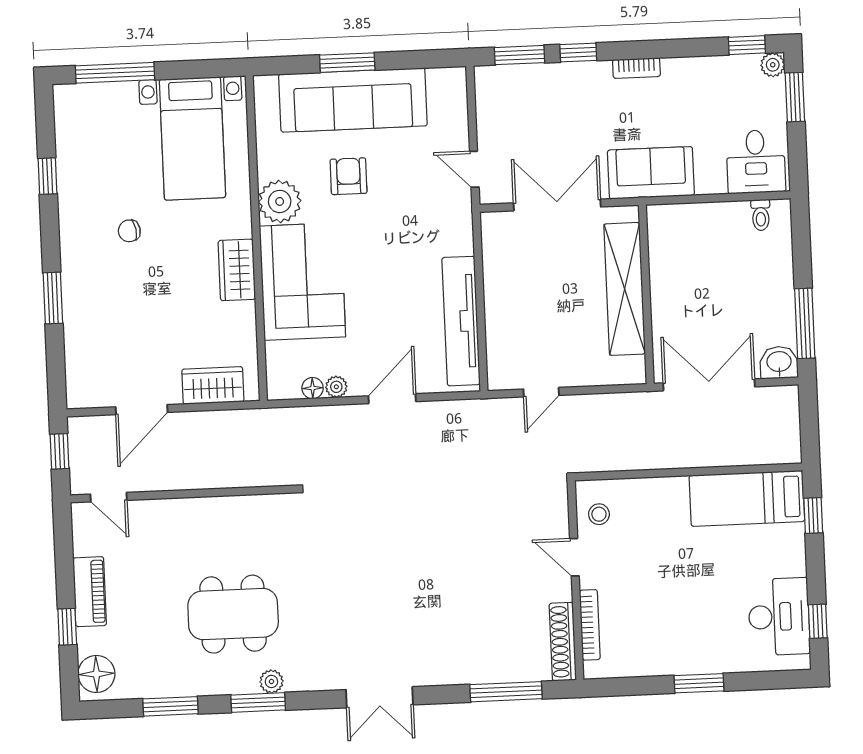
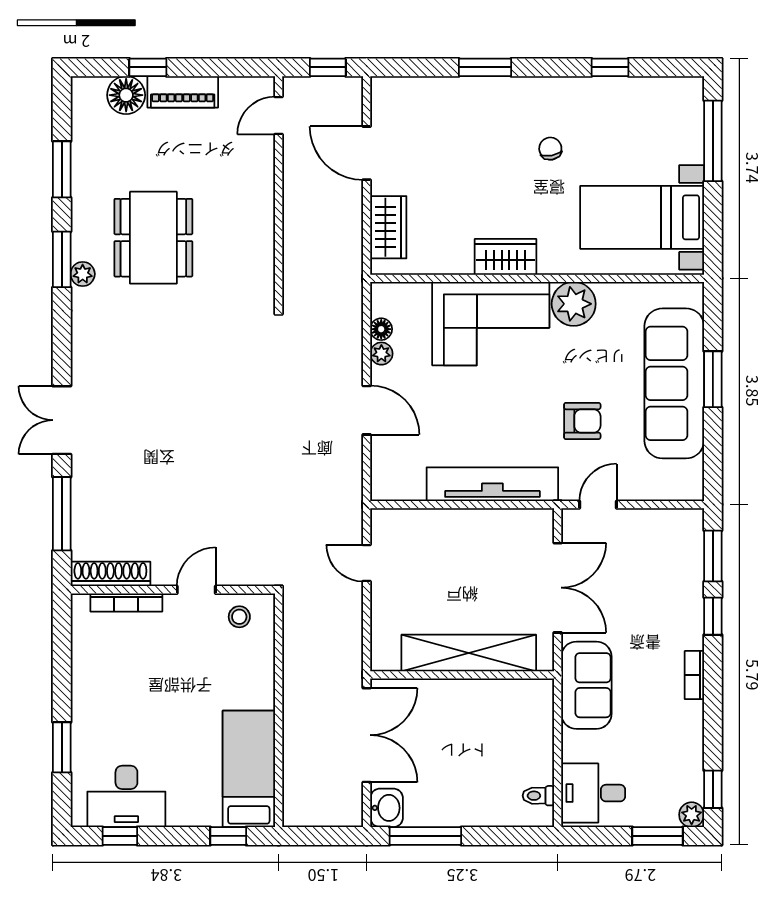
armchair: (349, 176) -> (582, 421), moved
tv unit: (461, 321) -> (492, 484), moved
floor lamp: (96, 674) -> (126, 95), moved
window: (699, 683) -> (62, 747), moved
double door: (380, 697) -> (62, 420), moved

